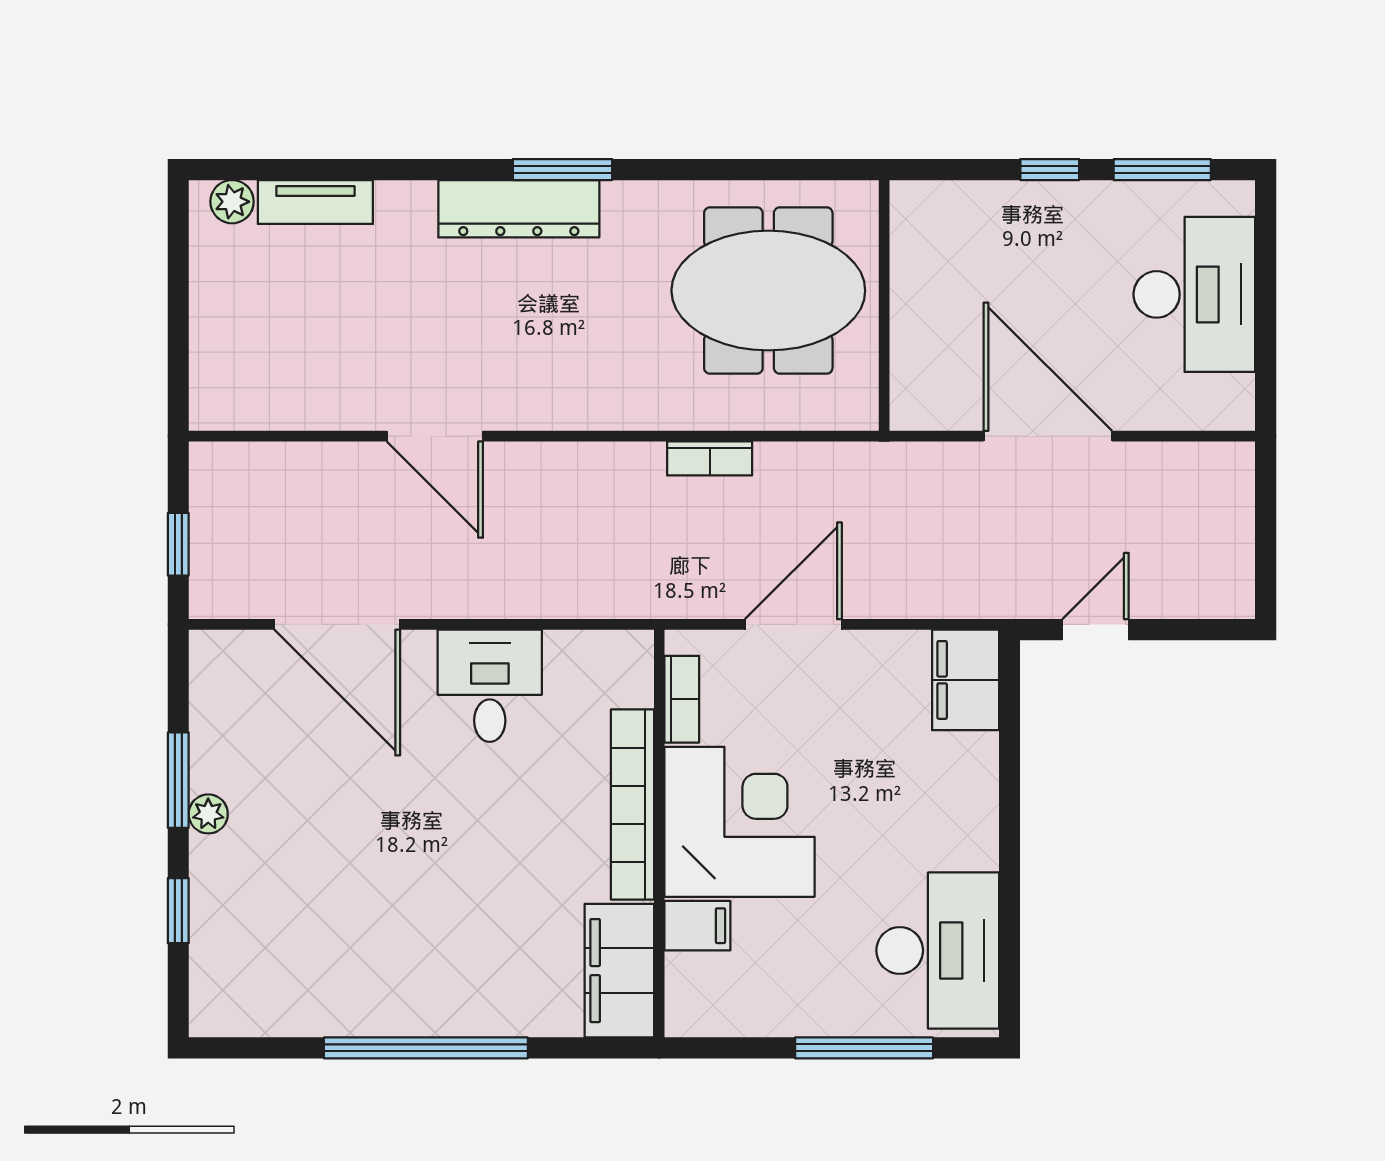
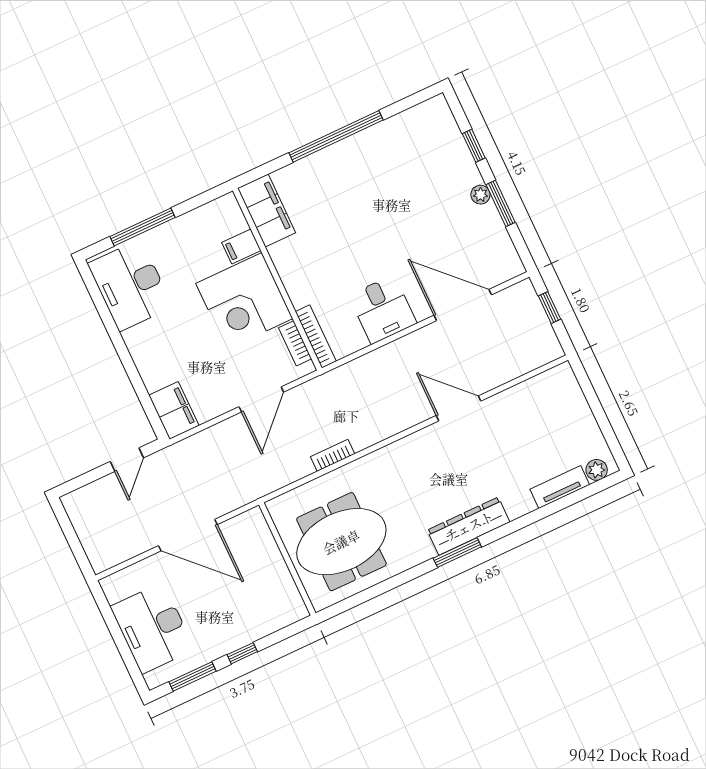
bookcase: (632, 805) -> (316, 336), moved, width x0.68, depth x0.76

